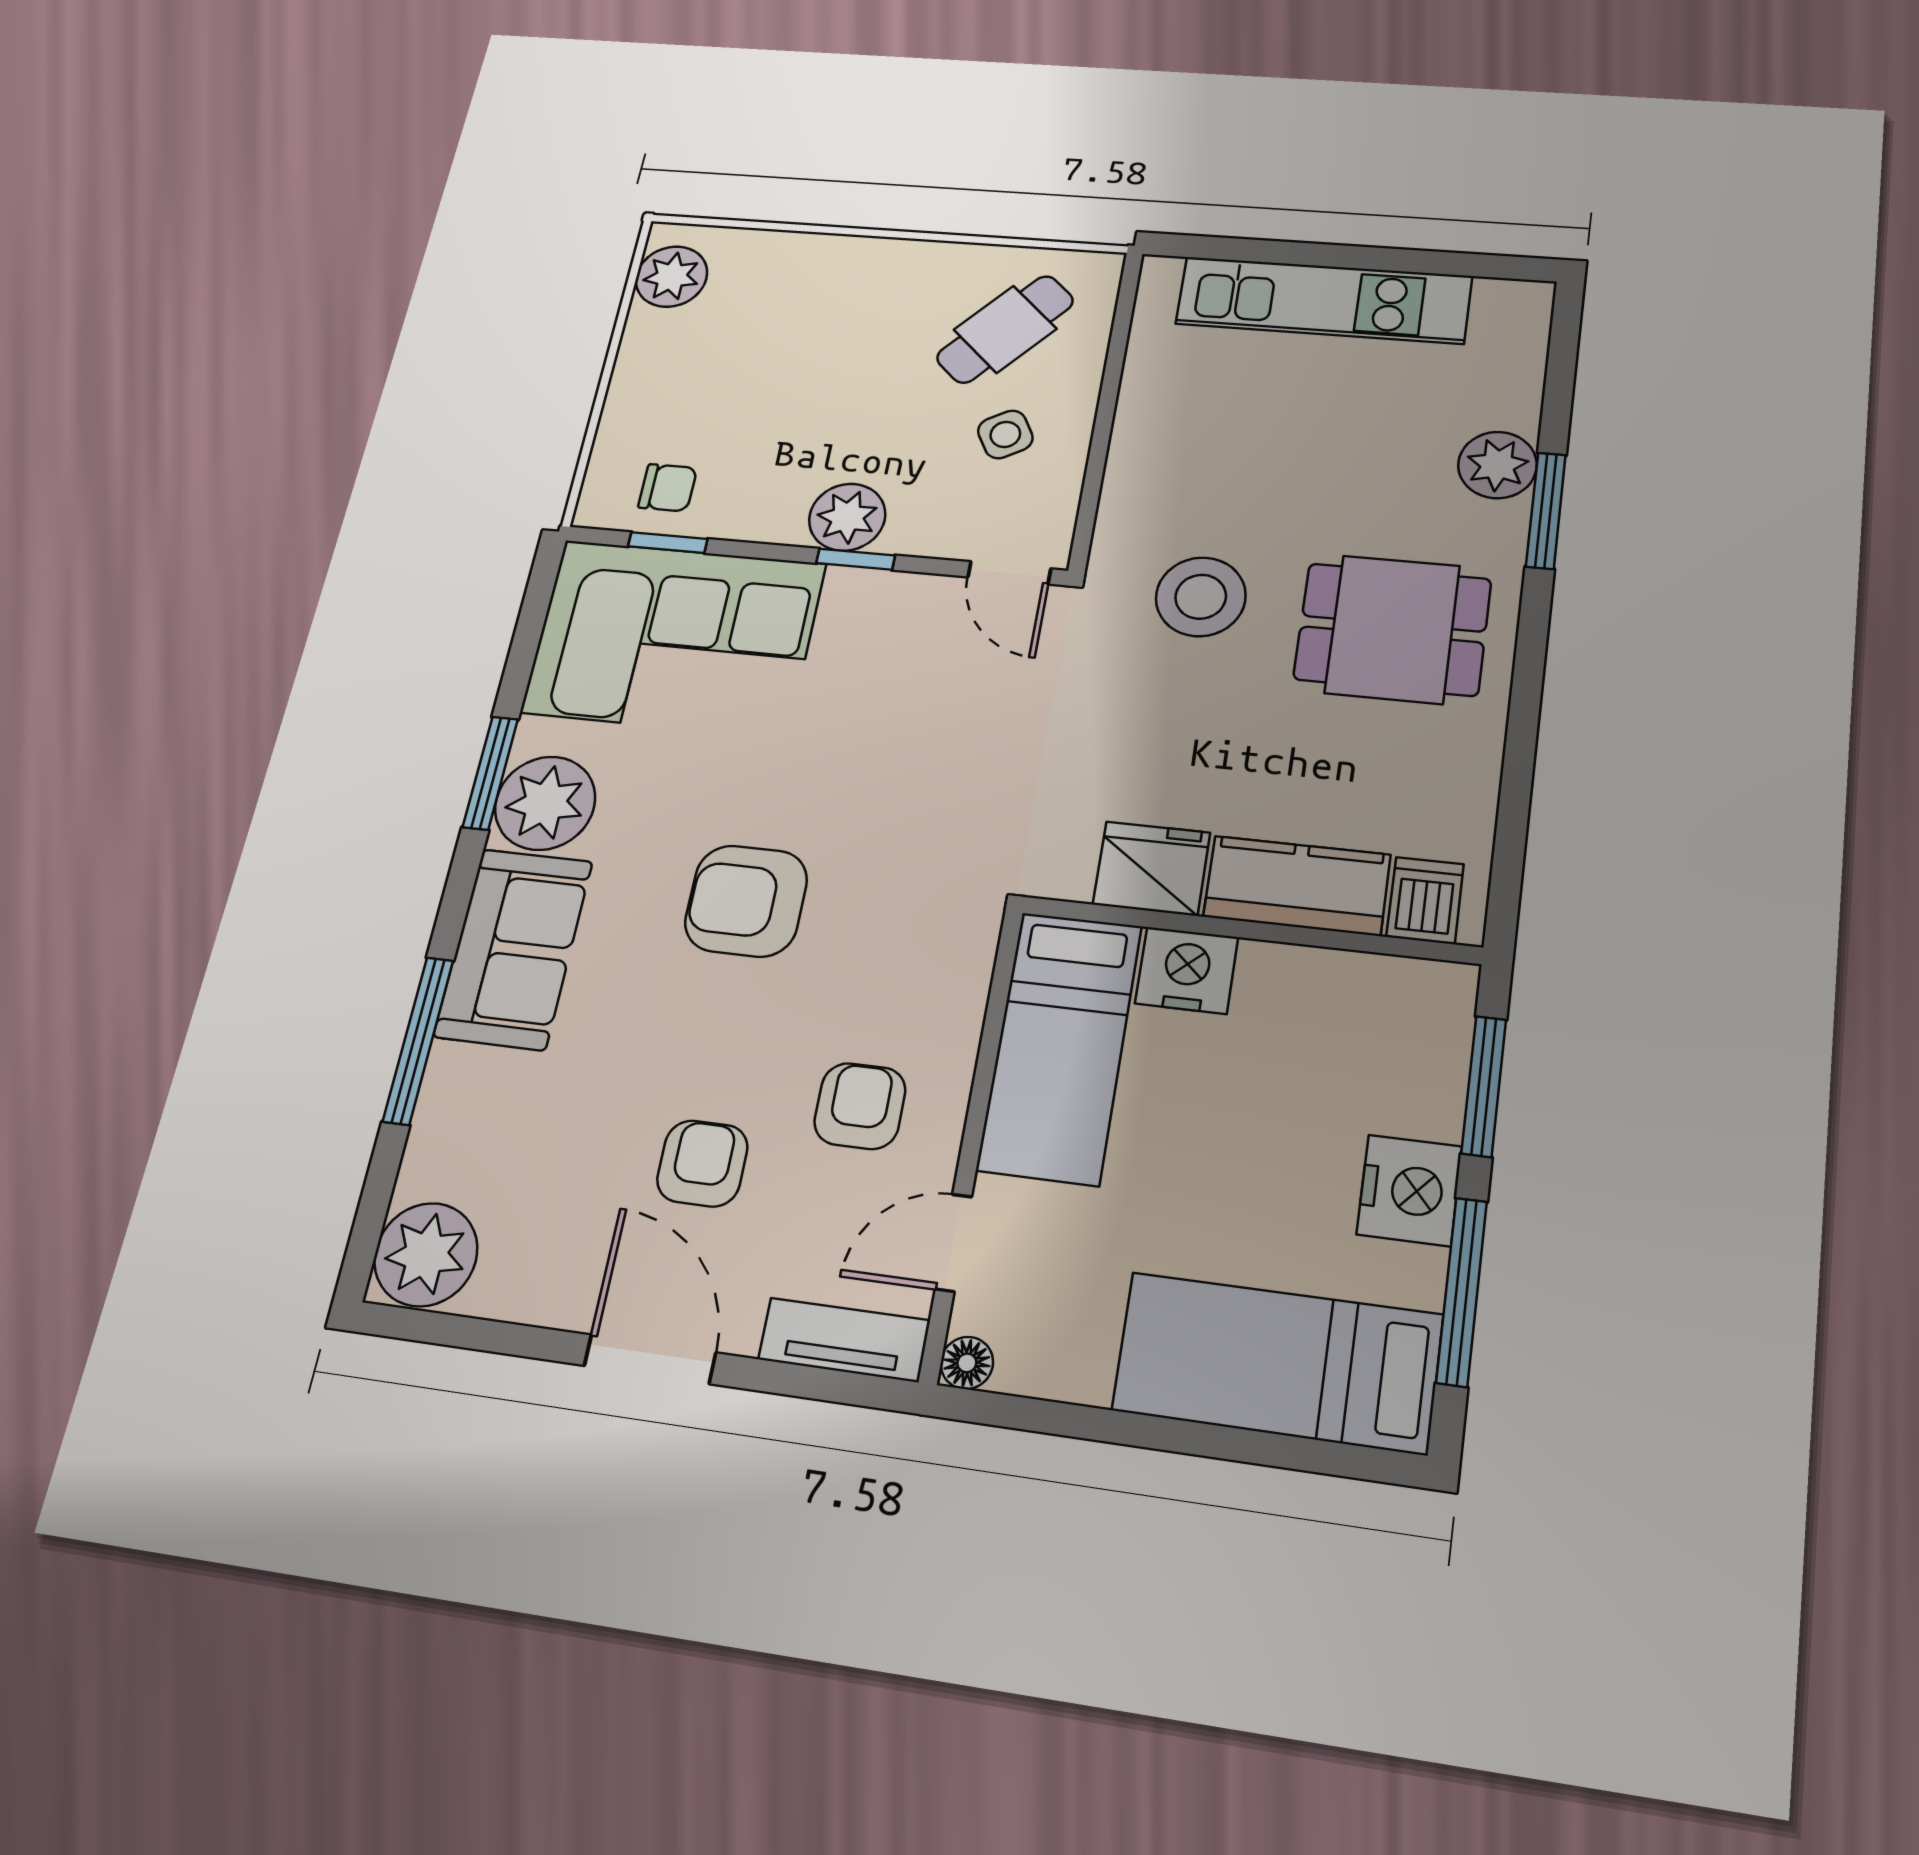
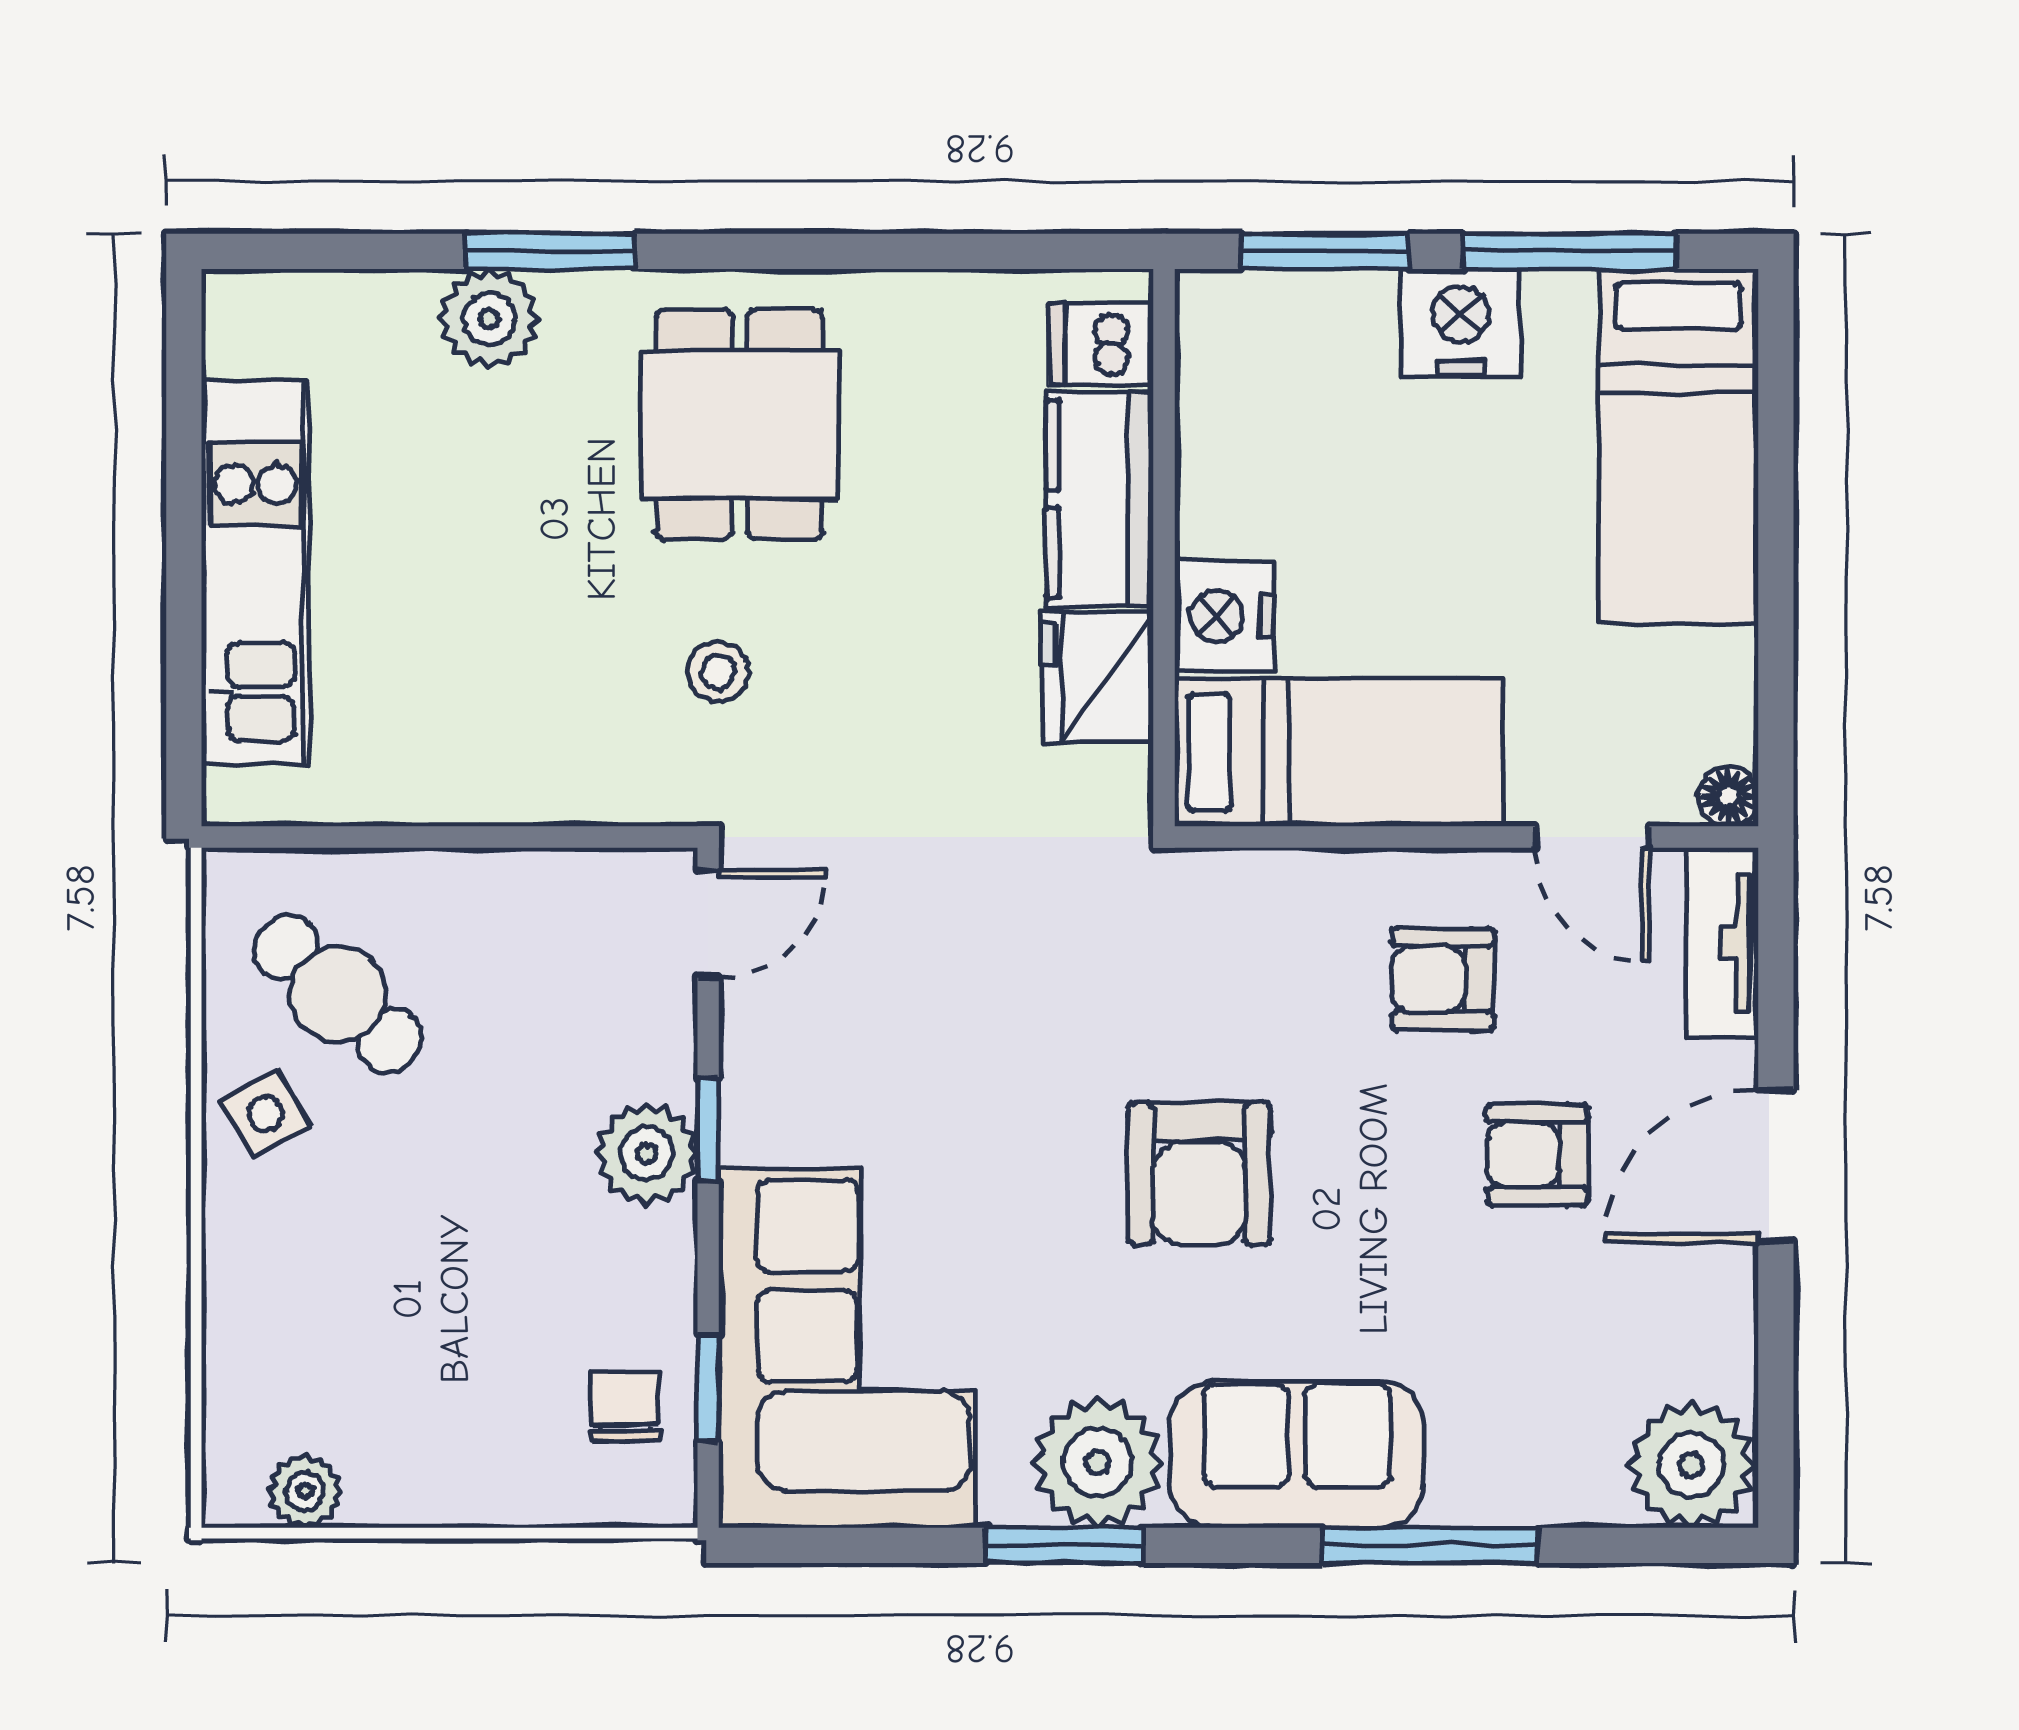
plant: (672, 277) -> (305, 1491), width x0.73, depth x0.73
side table: (1005, 434) -> (265, 1114), moved
stool: (1201, 597) -> (718, 672), width x0.53, depth x0.53

